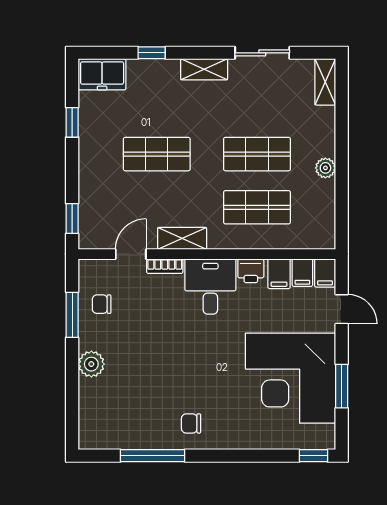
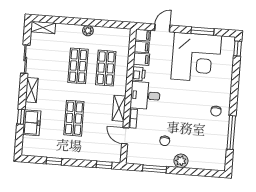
freezer: (102, 74) -> (32, 123), moved
chair: (102, 304) -> (165, 141), moved

